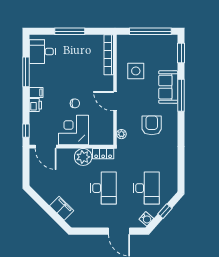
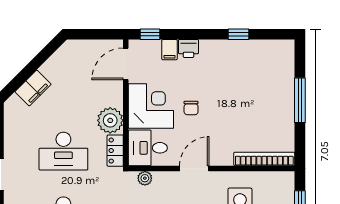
desk: (42, 52) -> (148, 148), moved, turned -90
window: (26, 72) -> (238, 34), width x0.46
filing cabinet: (36, 92) -> (170, 50), moved

